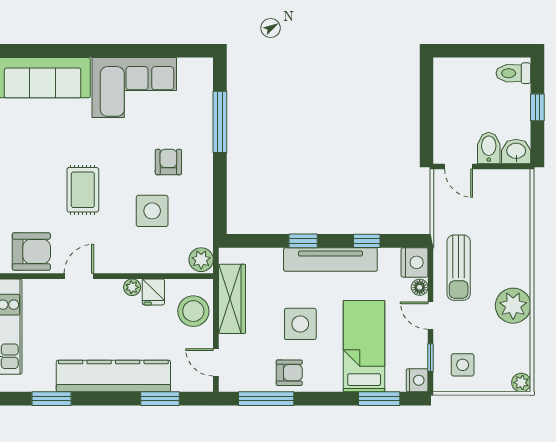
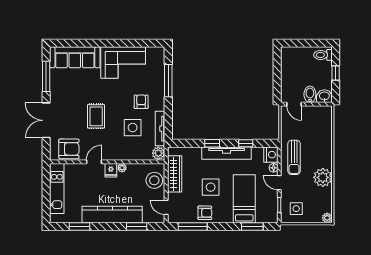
tv unit: (204, 213) -> (160, 129), added
fridge: (153, 292) -> (111, 170), moved
nightstand: (417, 380) -> (272, 217), removed

